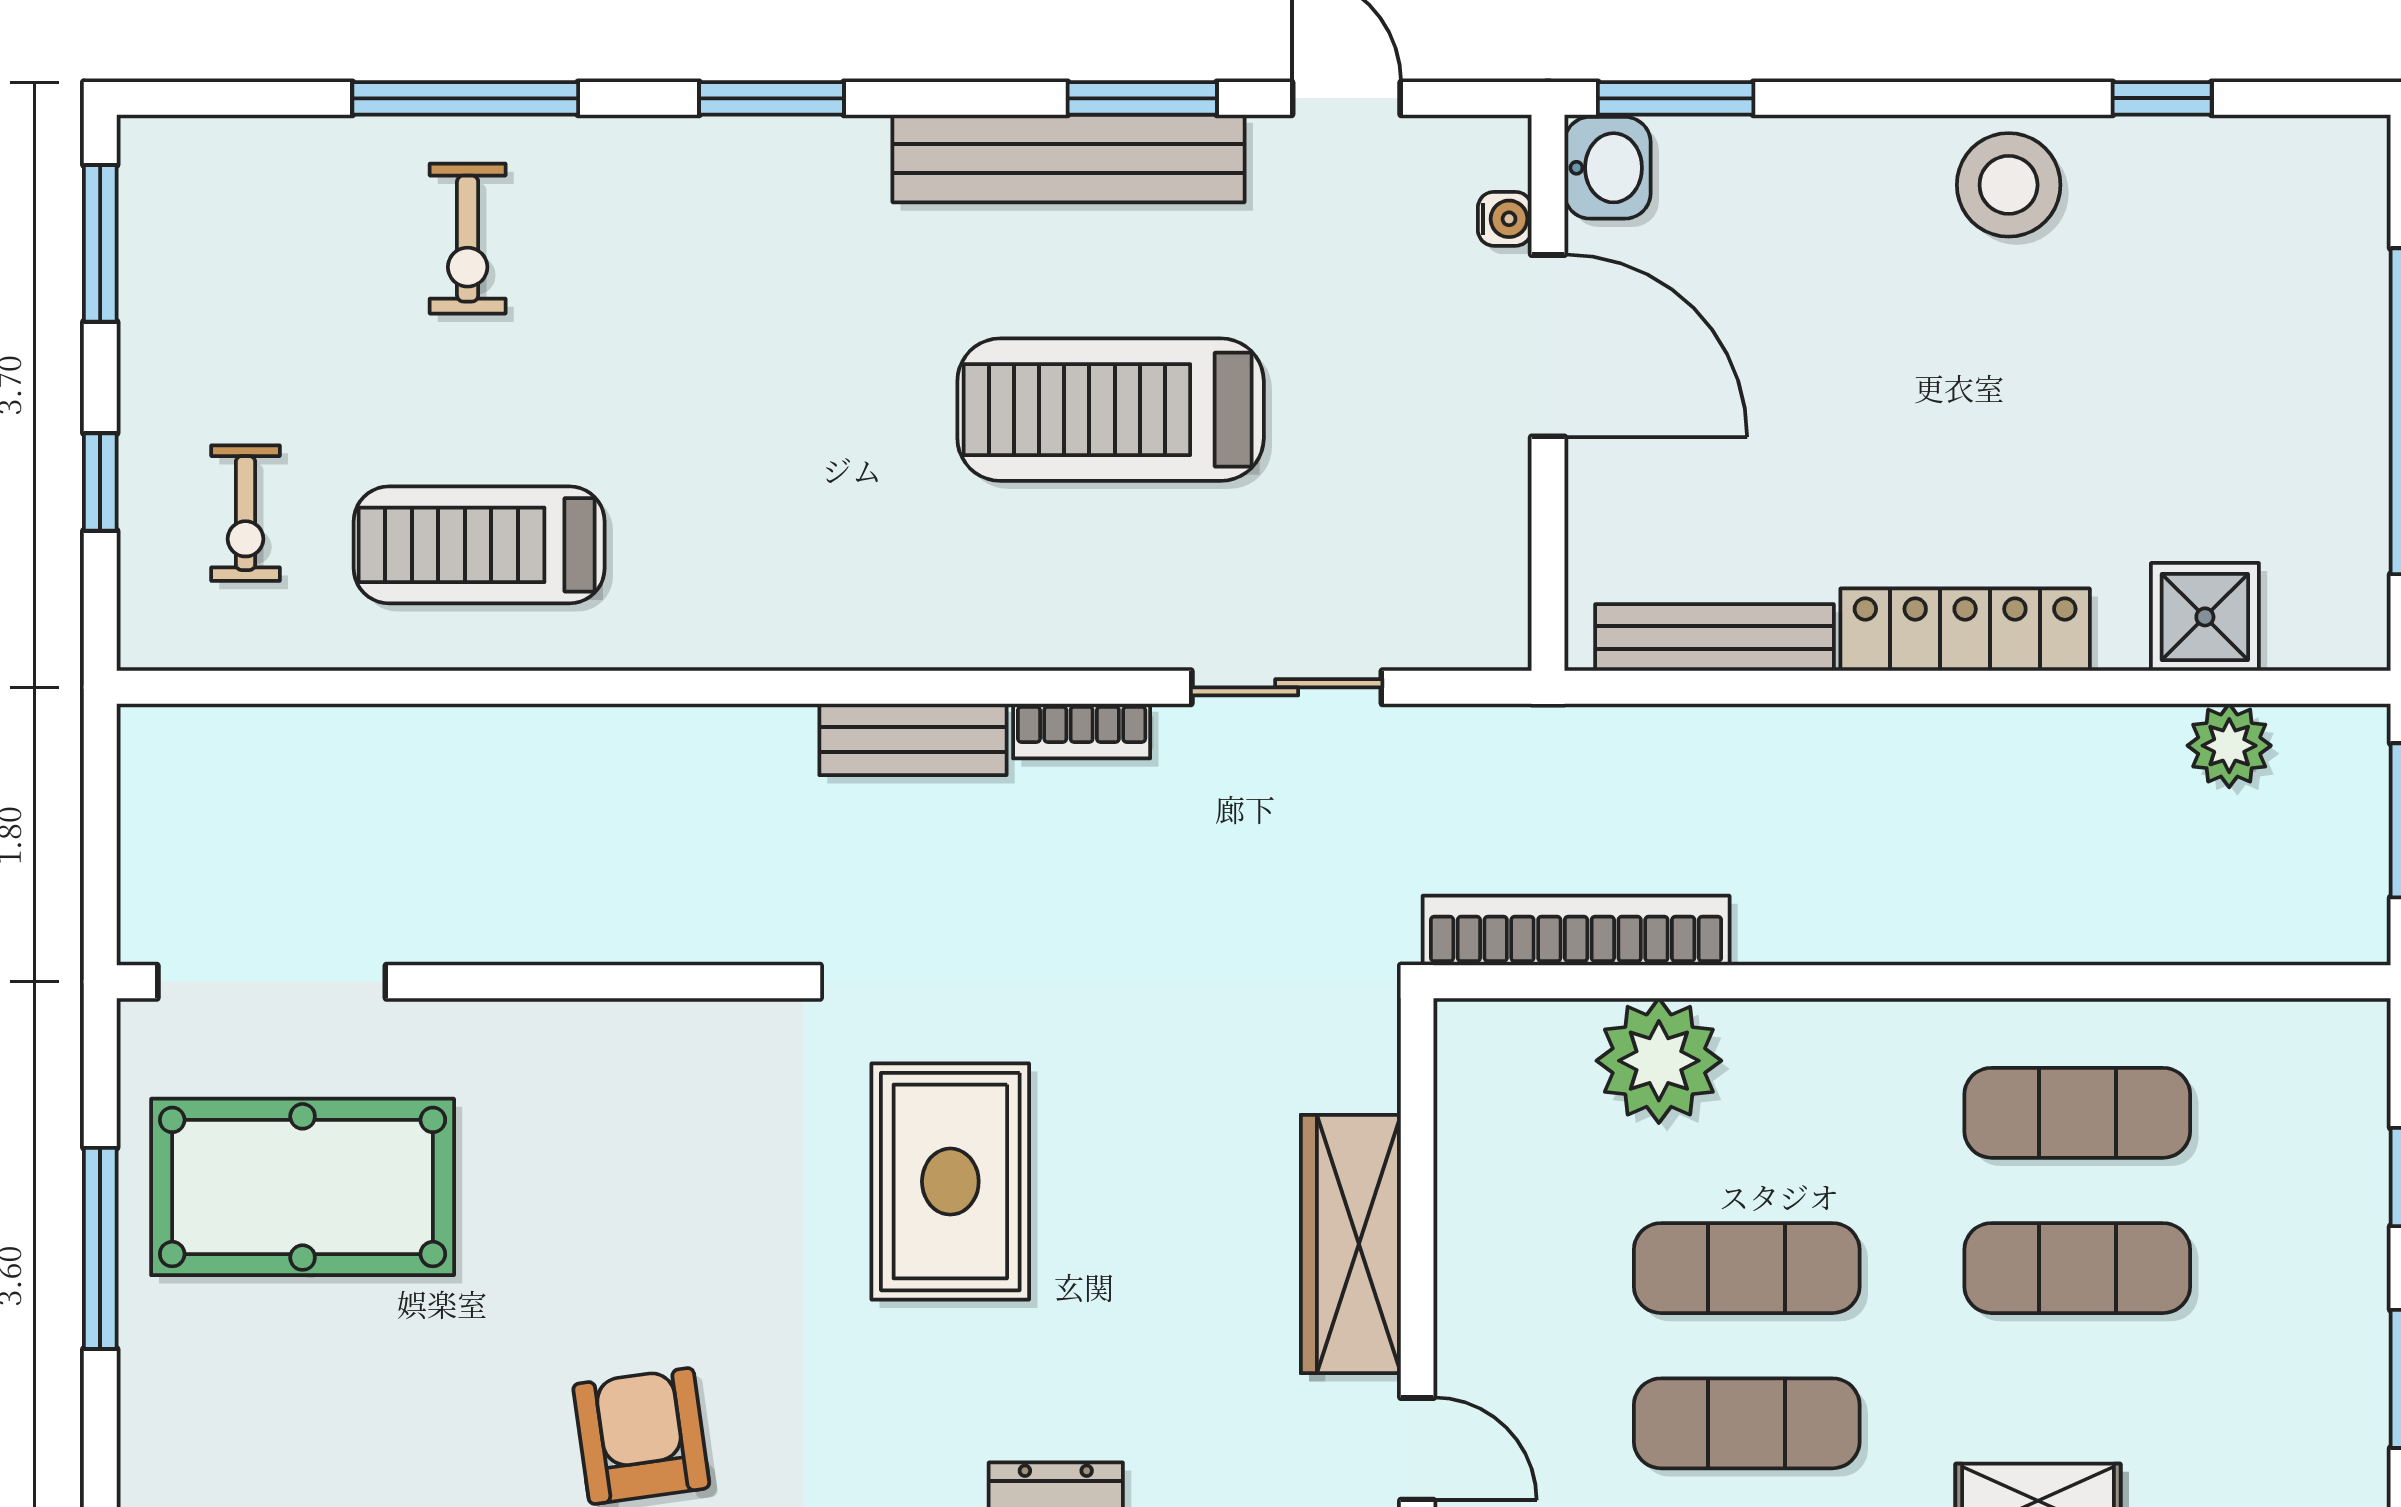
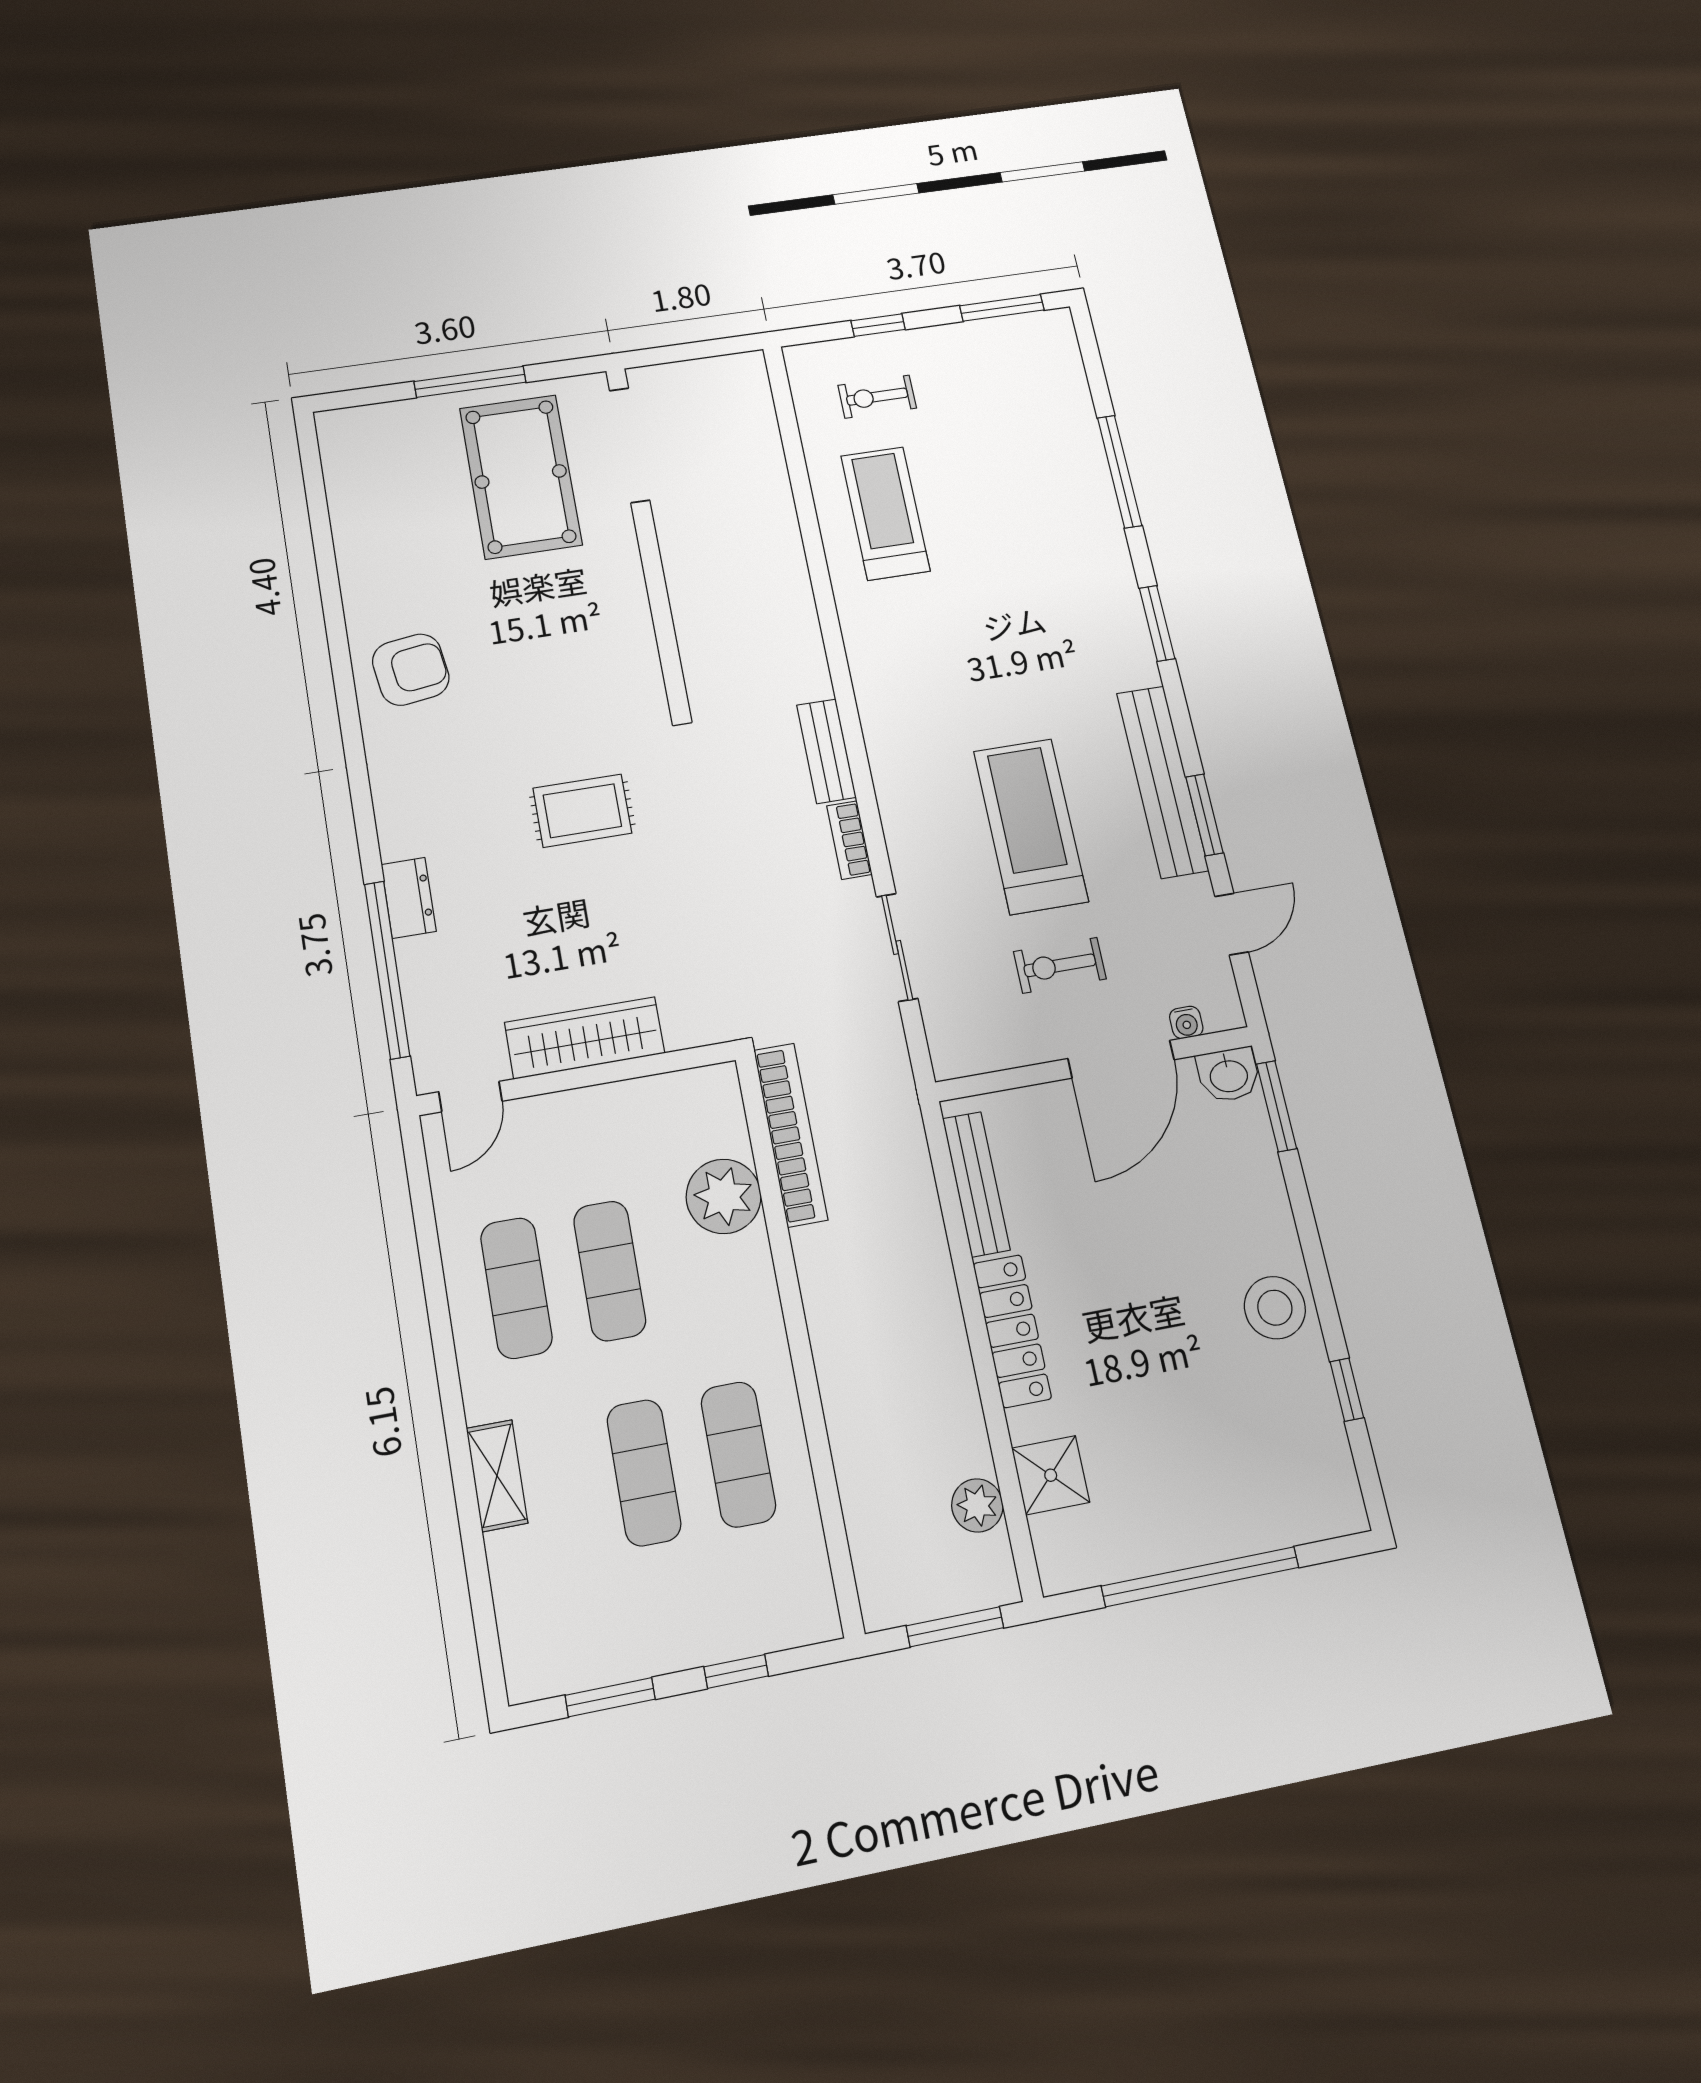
exercise bike: (468, 239) -> (1060, 965), moved
rug: (950, 1182) -> (582, 811), width x0.73, depth x0.70

